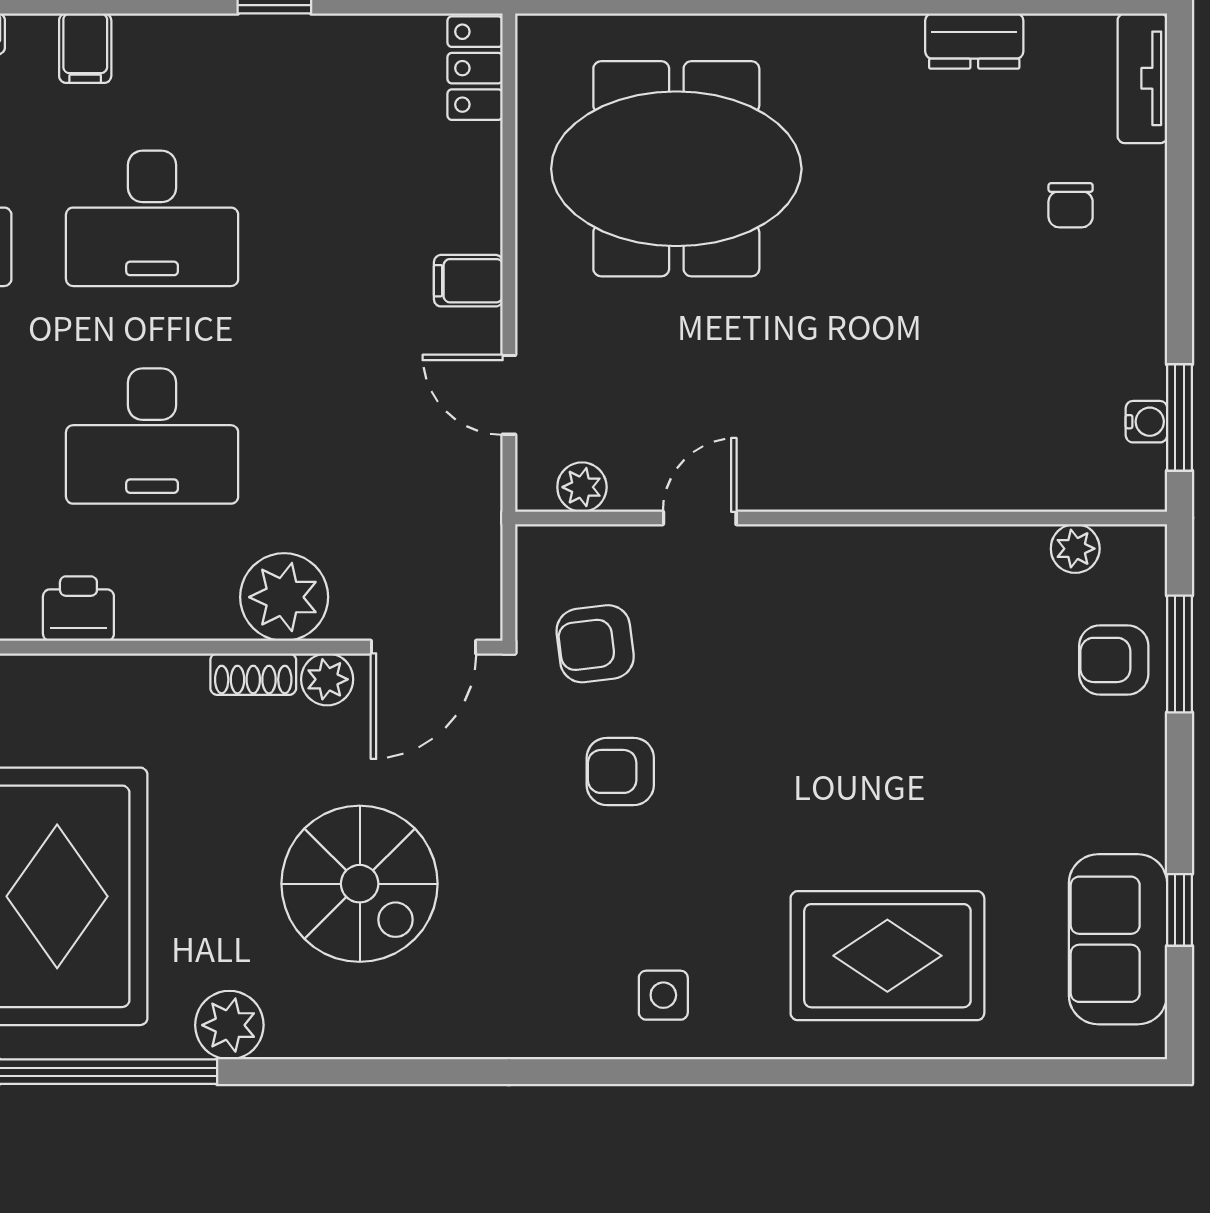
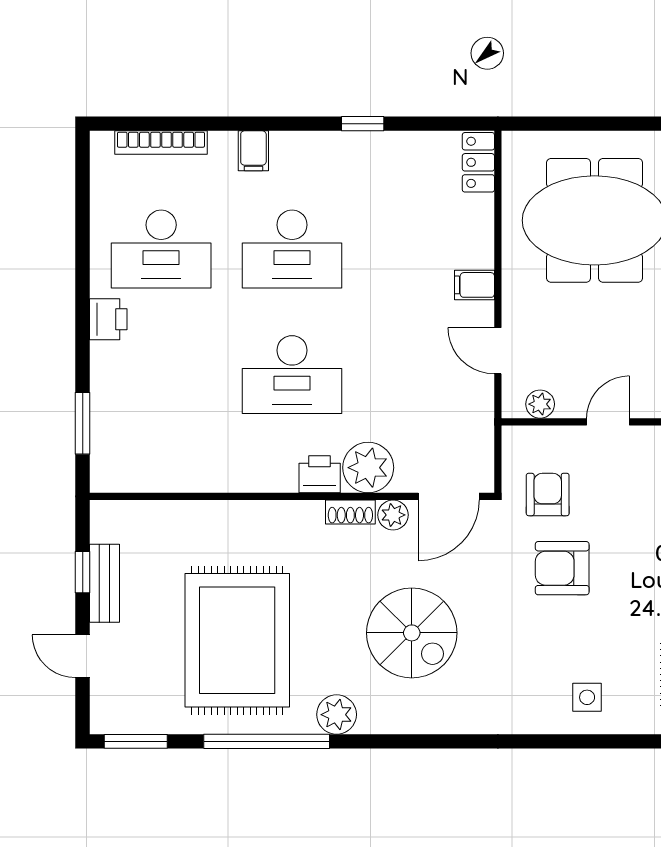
printer: (78, 609) -> (320, 474), moved
armchair: (595, 644) -> (548, 495), turned 97
armchair: (620, 771) -> (562, 568), width x1.38, depth x1.38

